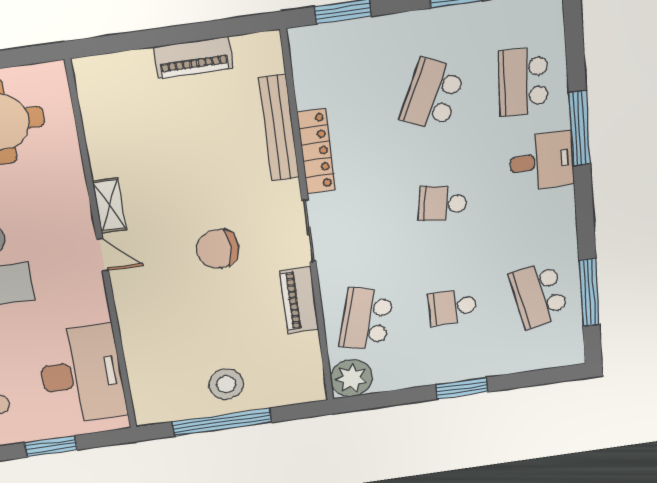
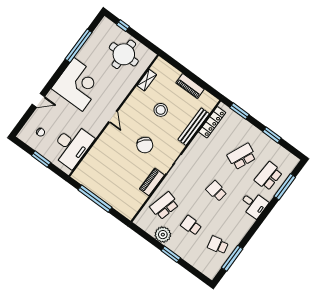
window: (580, 128) -> (285, 187), moved
locker: (316, 151) -> (212, 122), moved
shelving: (110, 206) -> (147, 80), moved
chair: (218, 249) -> (145, 145), turned -137
school desk: (539, 295) -> (218, 245), width x0.54
plant: (351, 378) -> (163, 235), moved
stool: (226, 384) -> (161, 110), moved

